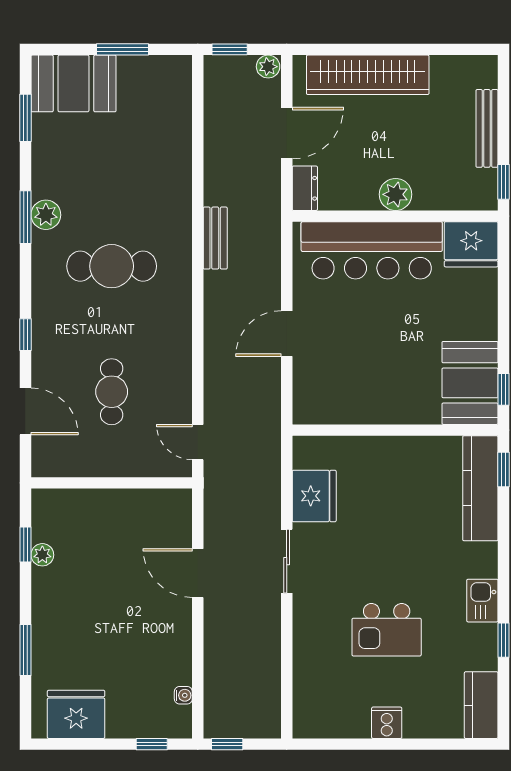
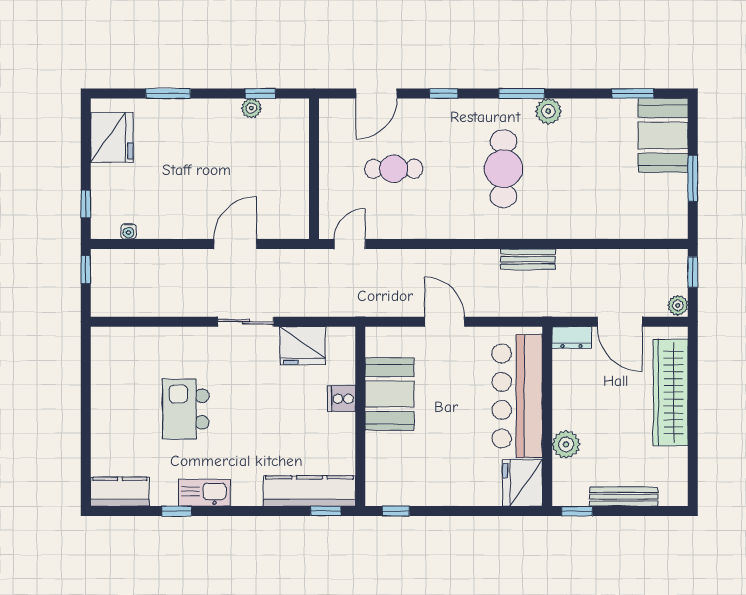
plant: (396, 194) -> (566, 444), moved
window: (25, 217) -> (522, 93), moved
booth: (470, 383) -> (389, 394), moved, turned 90
kitchen sink: (482, 601) -> (204, 493), width x1.38
cooker: (387, 723) -> (342, 399), moved, turned 180

